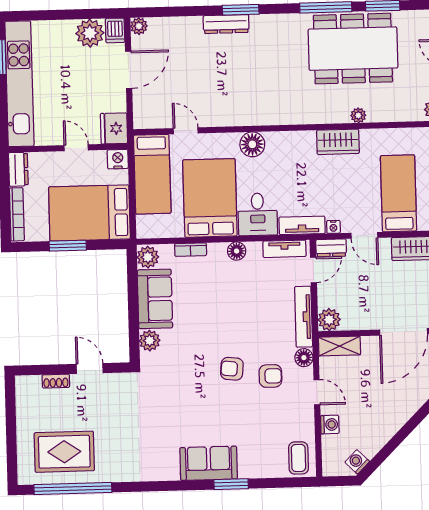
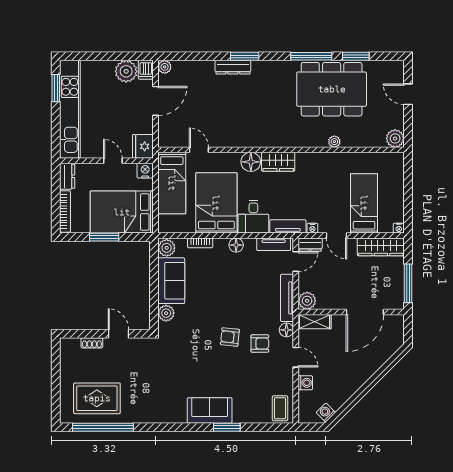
wardrobe: (338, 142) -> (278, 162), moved

